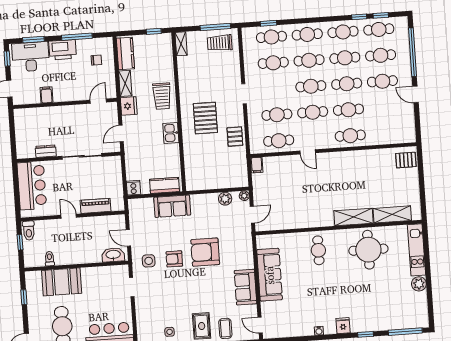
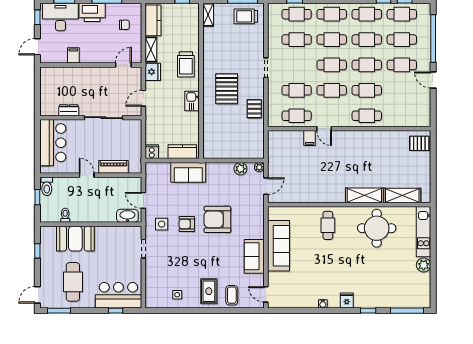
filing cabinet: (257, 165) -> (310, 138), moved

